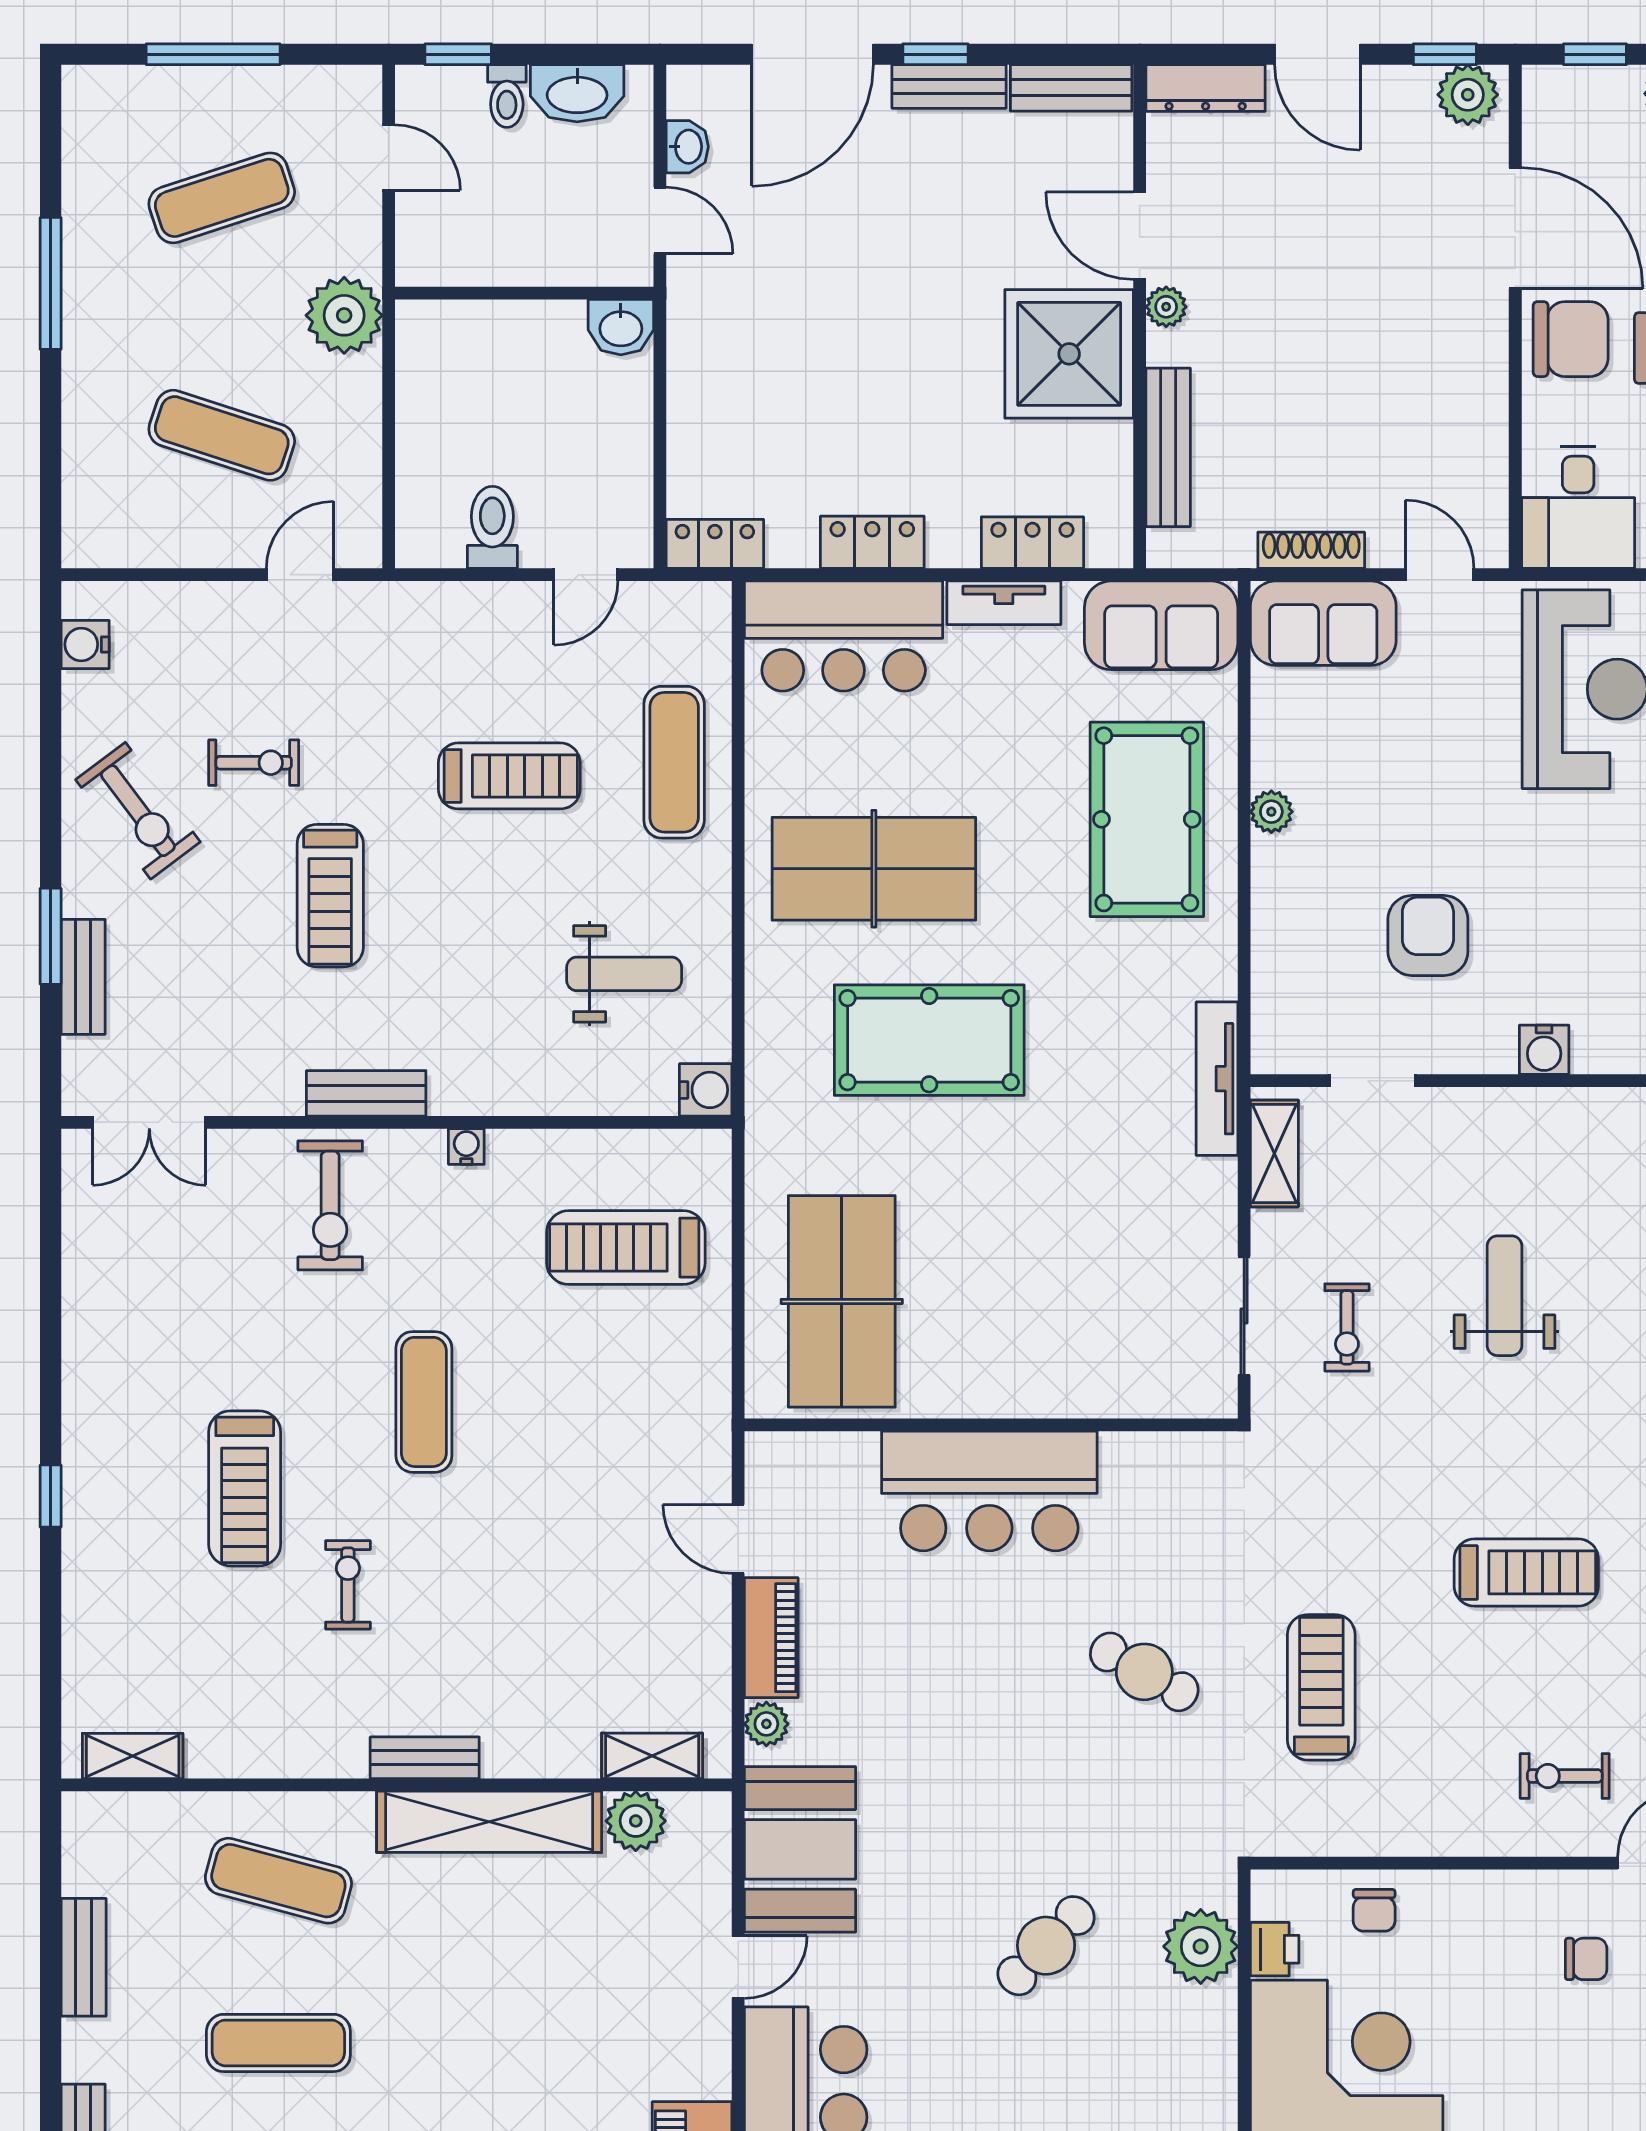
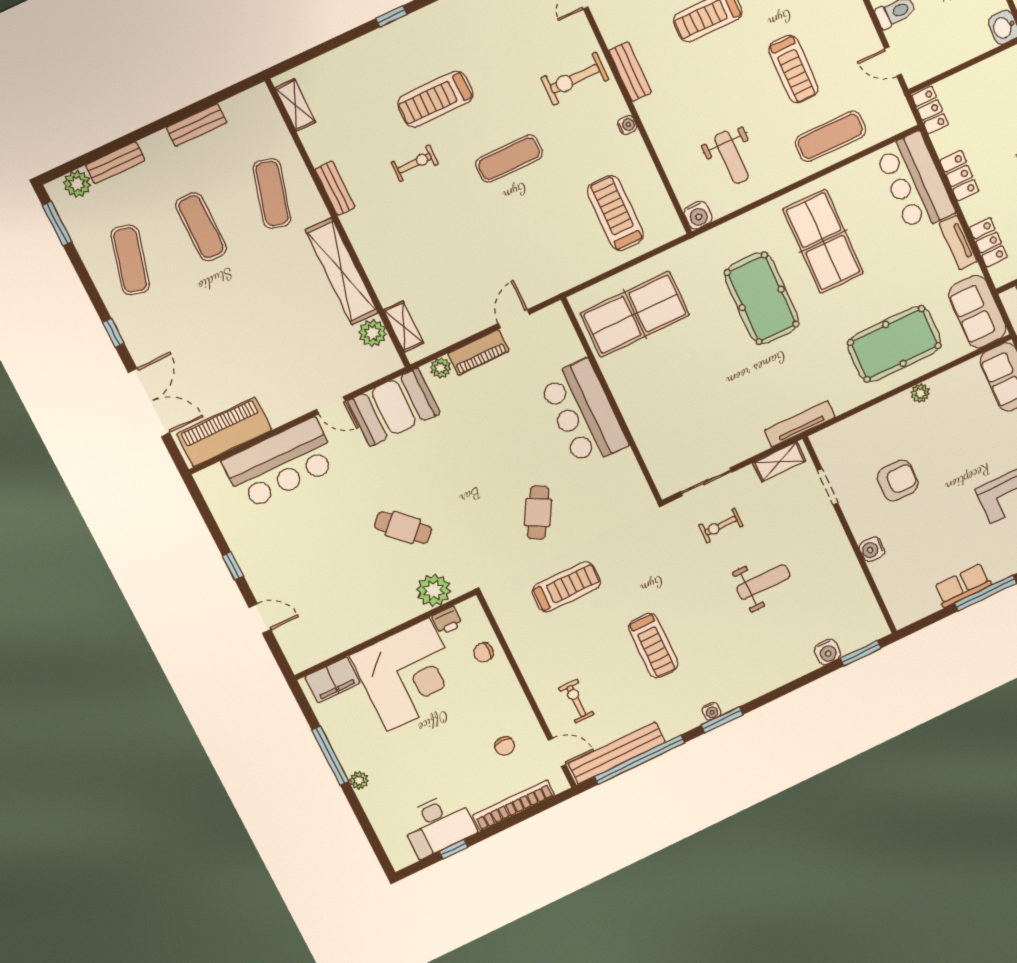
bench: (425, 1758) -> (335, 188), moved

